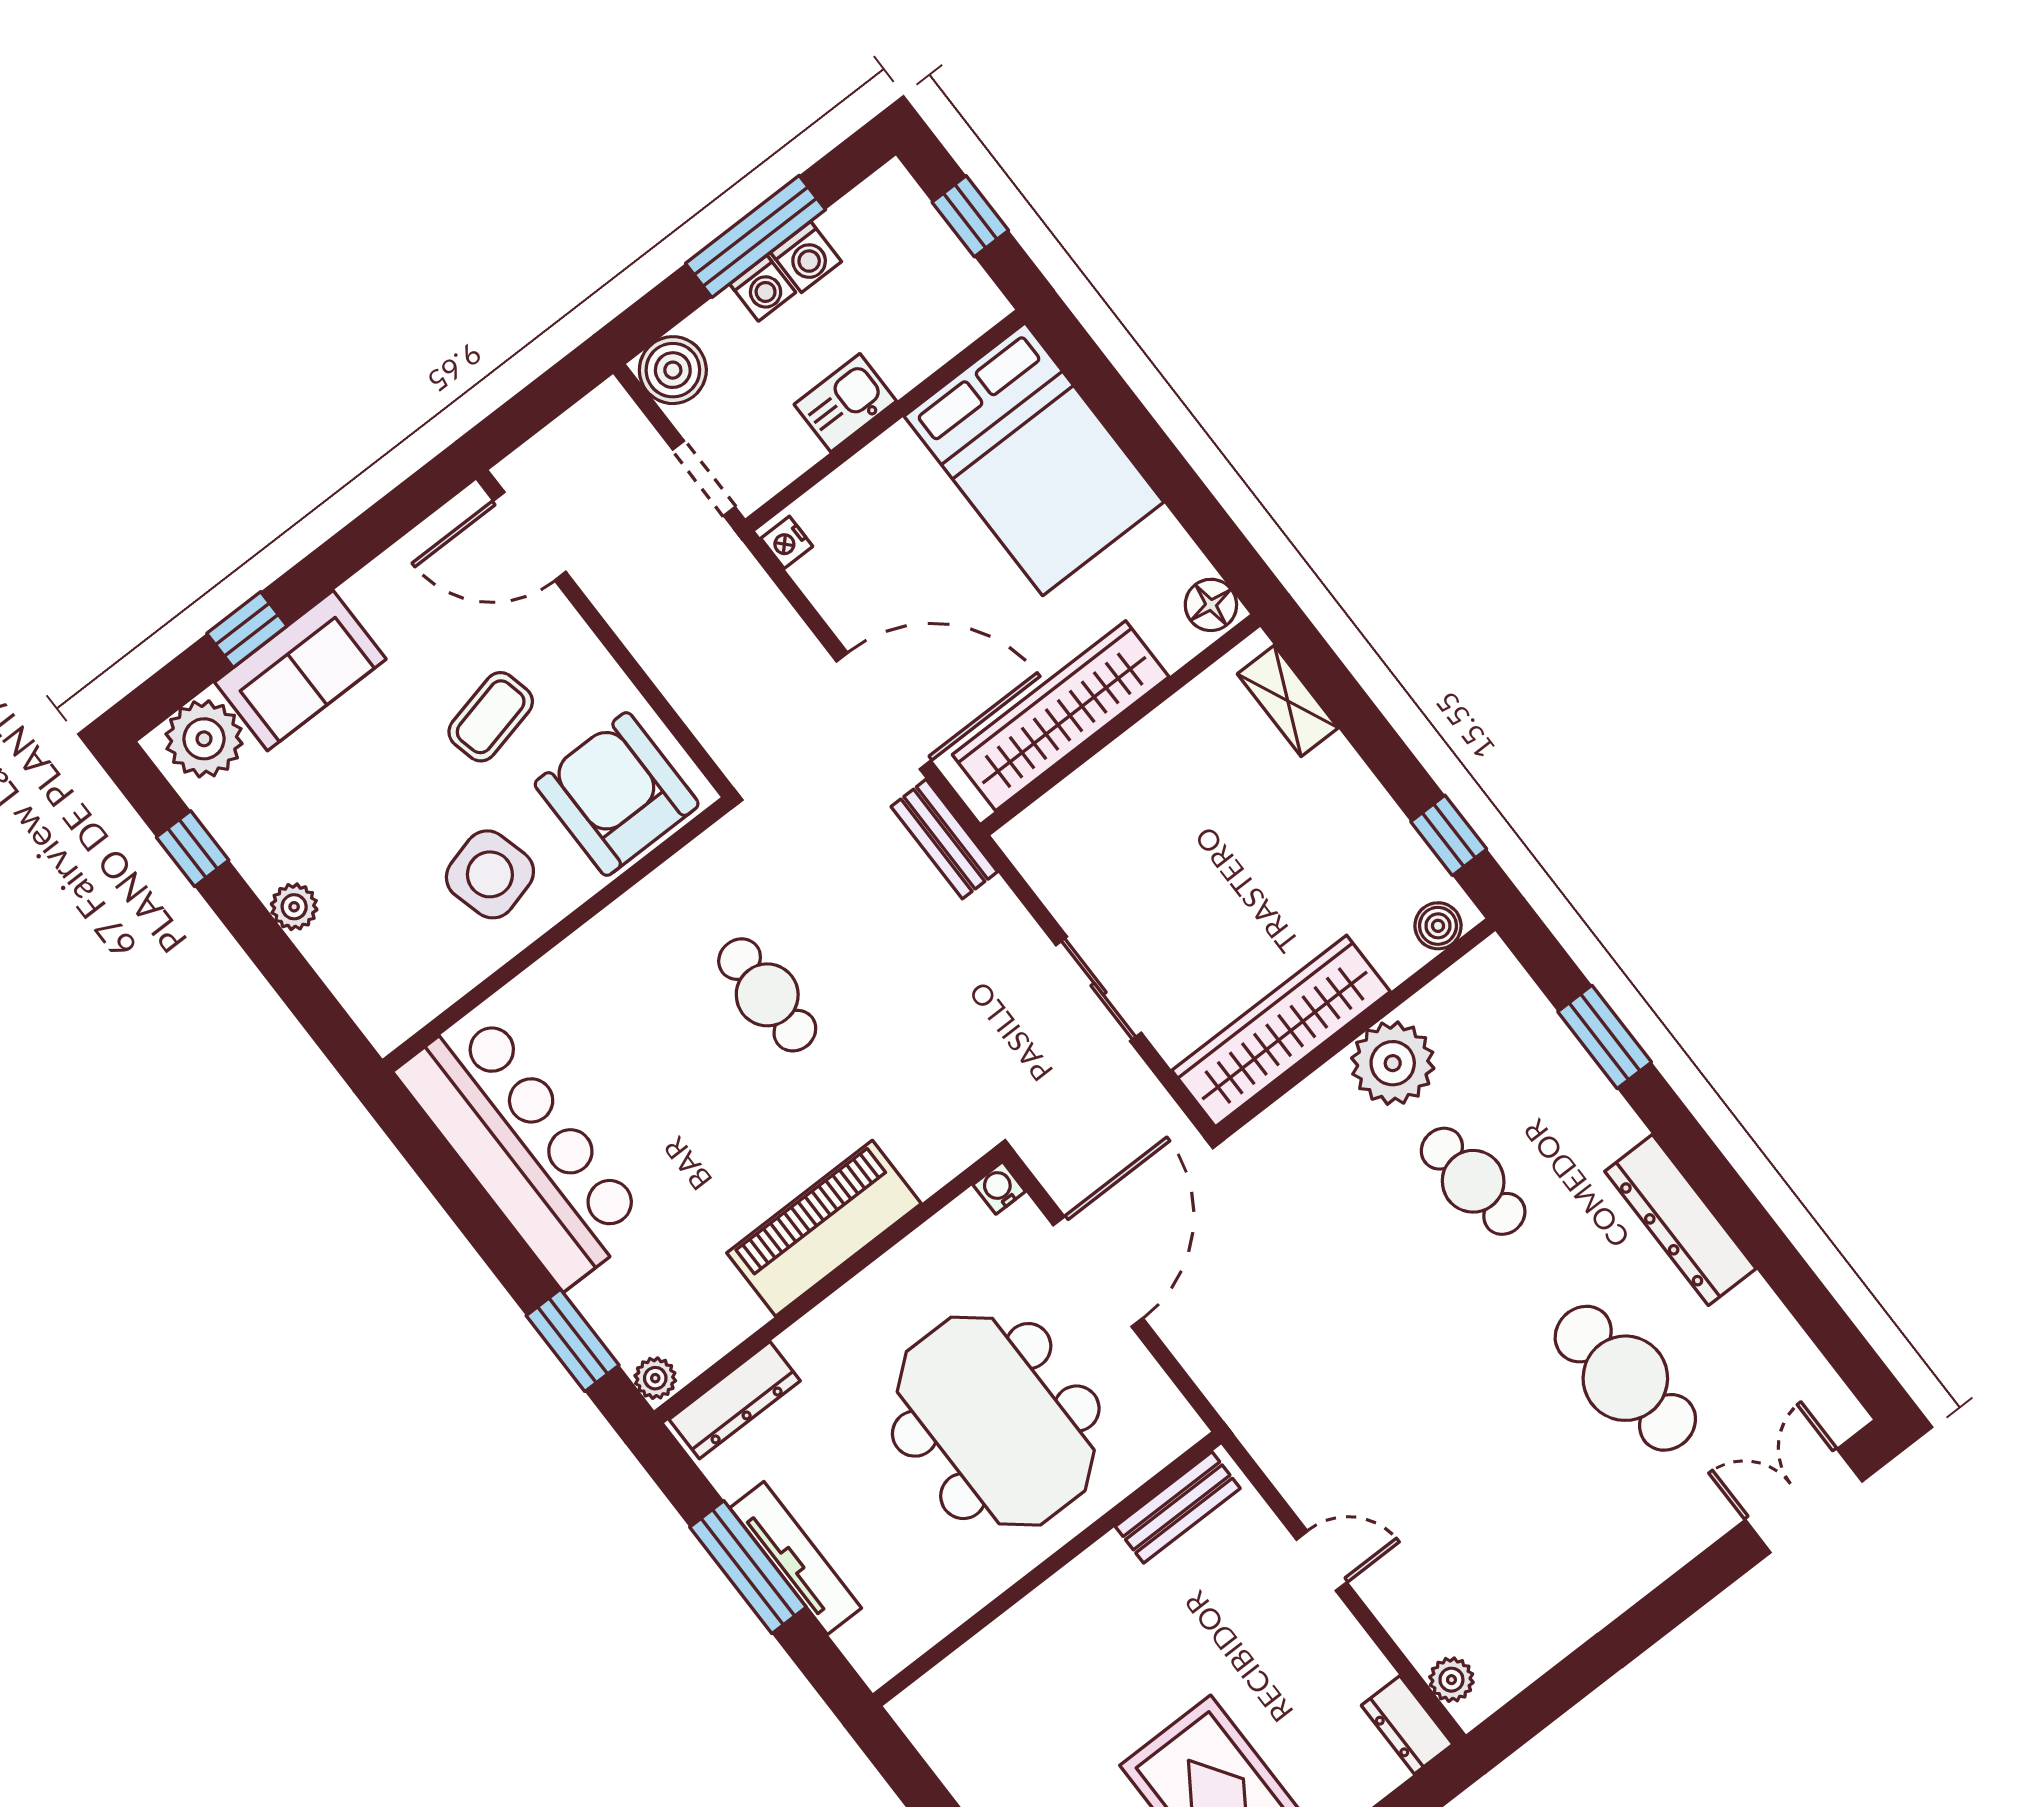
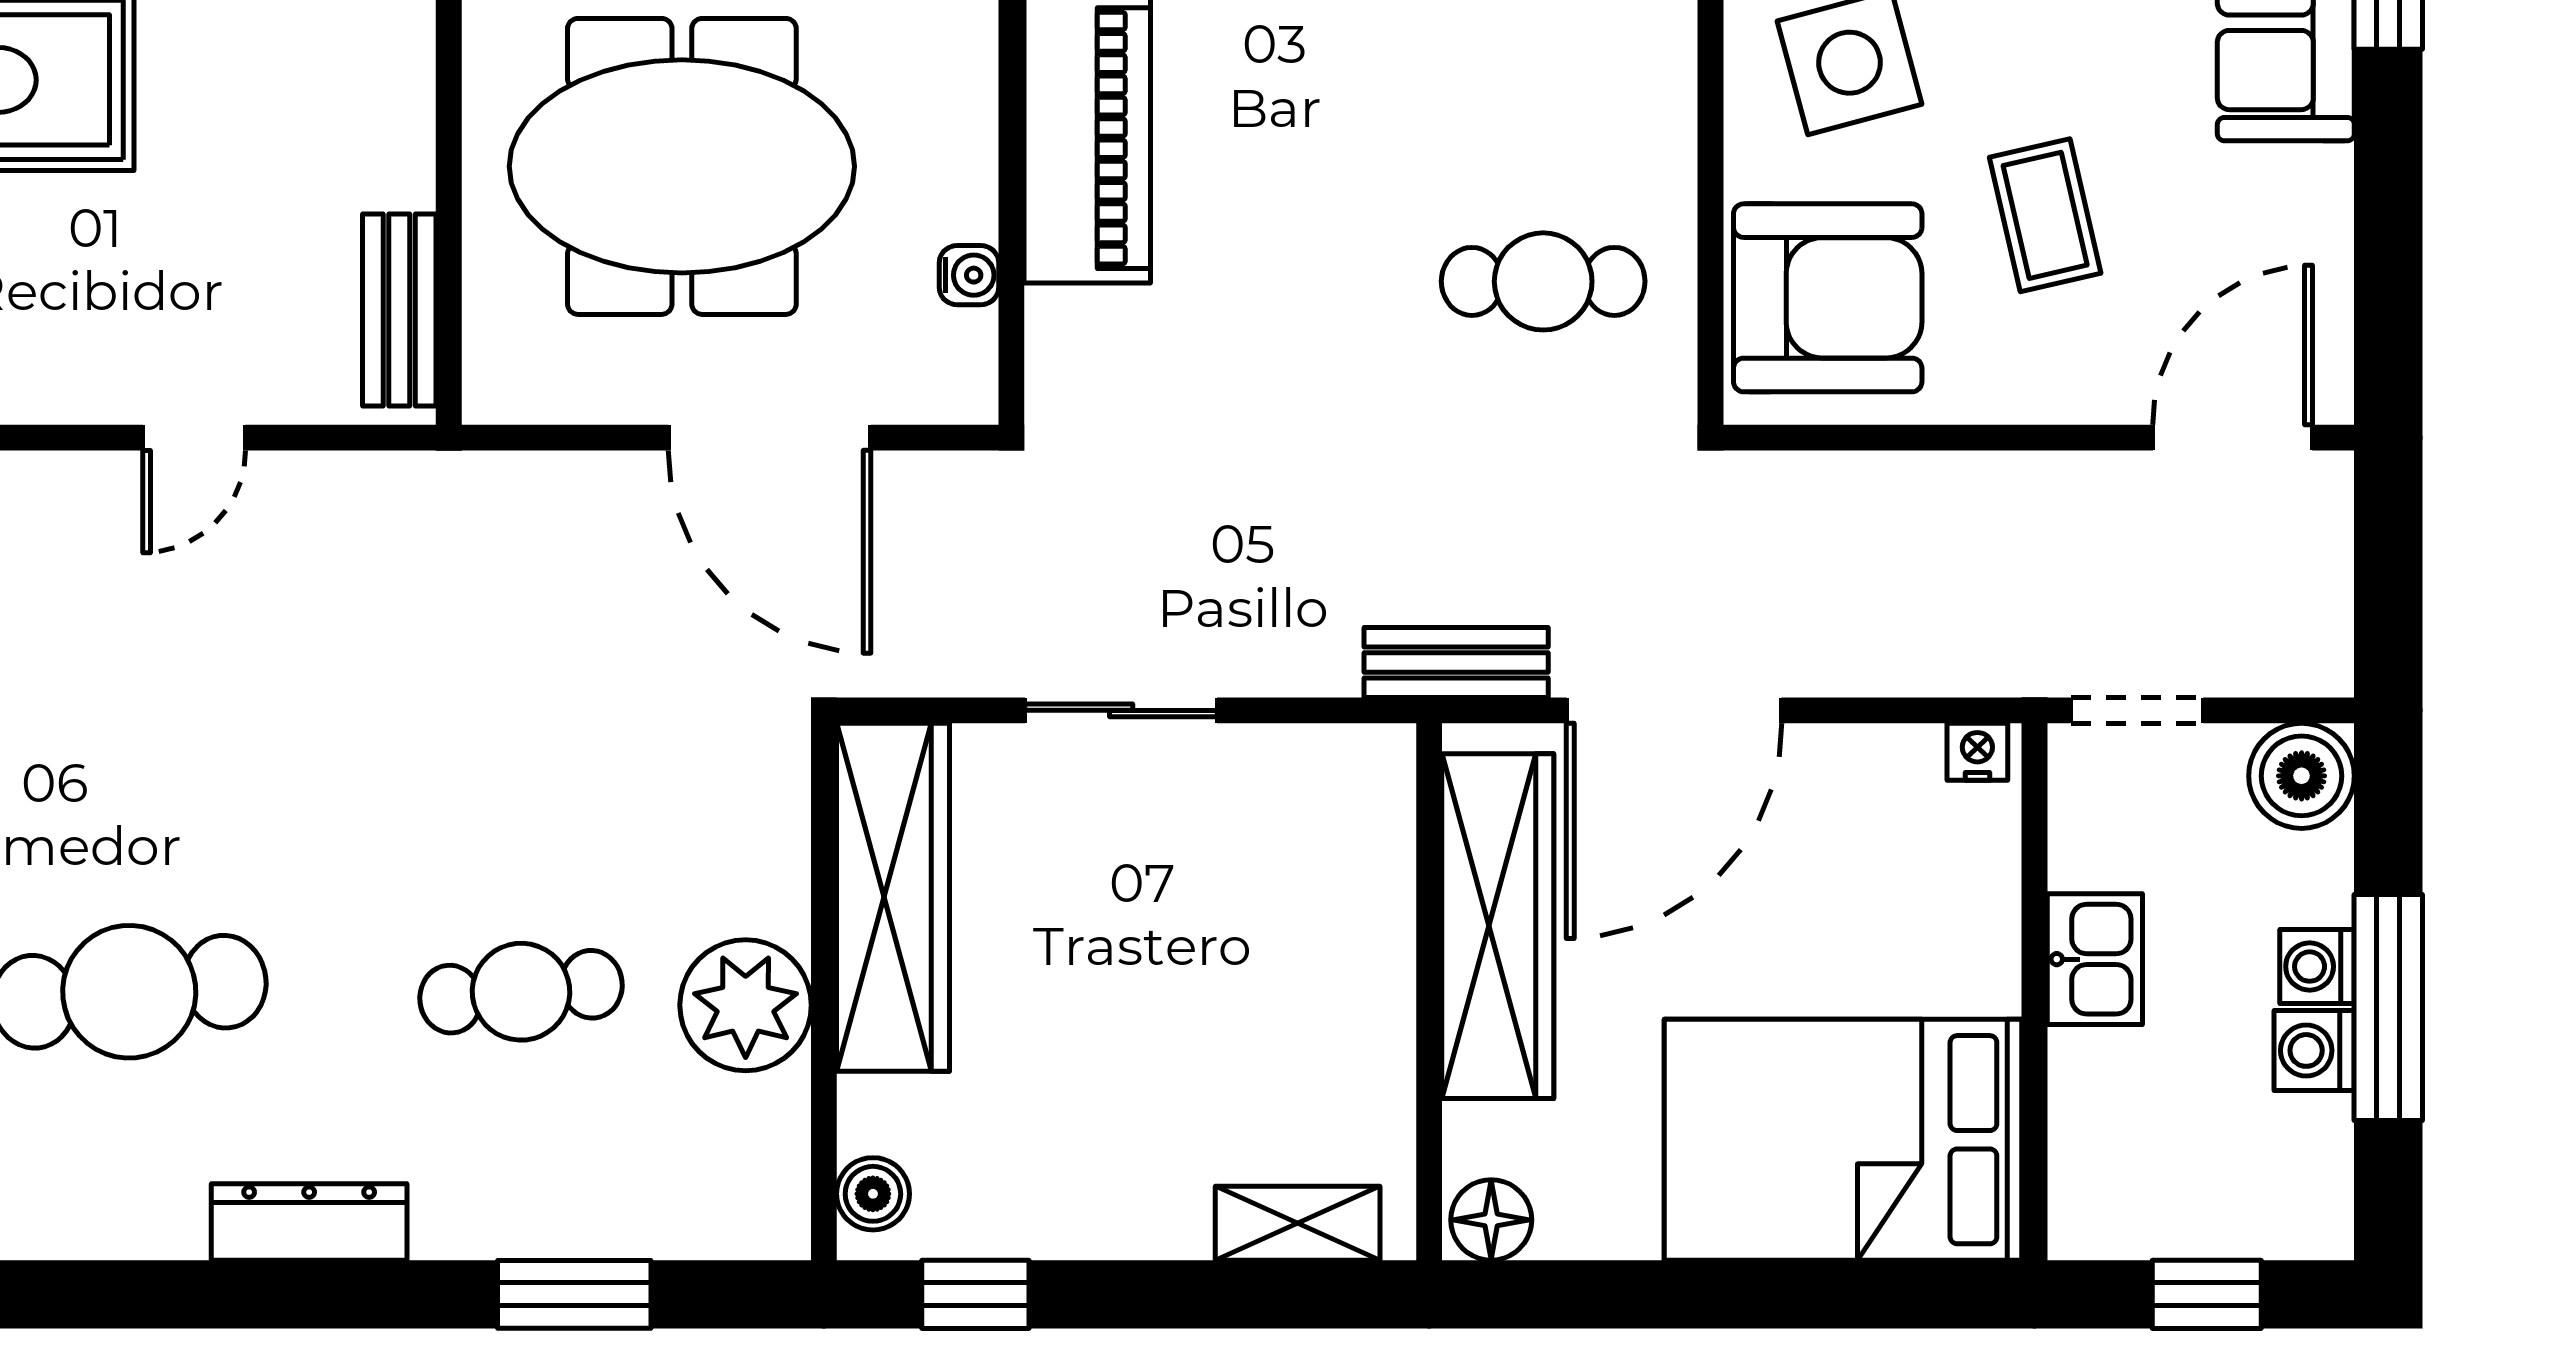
cafe table: (767, 995) -> (1543, 281), moved
water cooler: (999, 1188) -> (969, 275), moved
dresser: (1680, 1220) -> (309, 1222), width x0.73, depth x0.80

